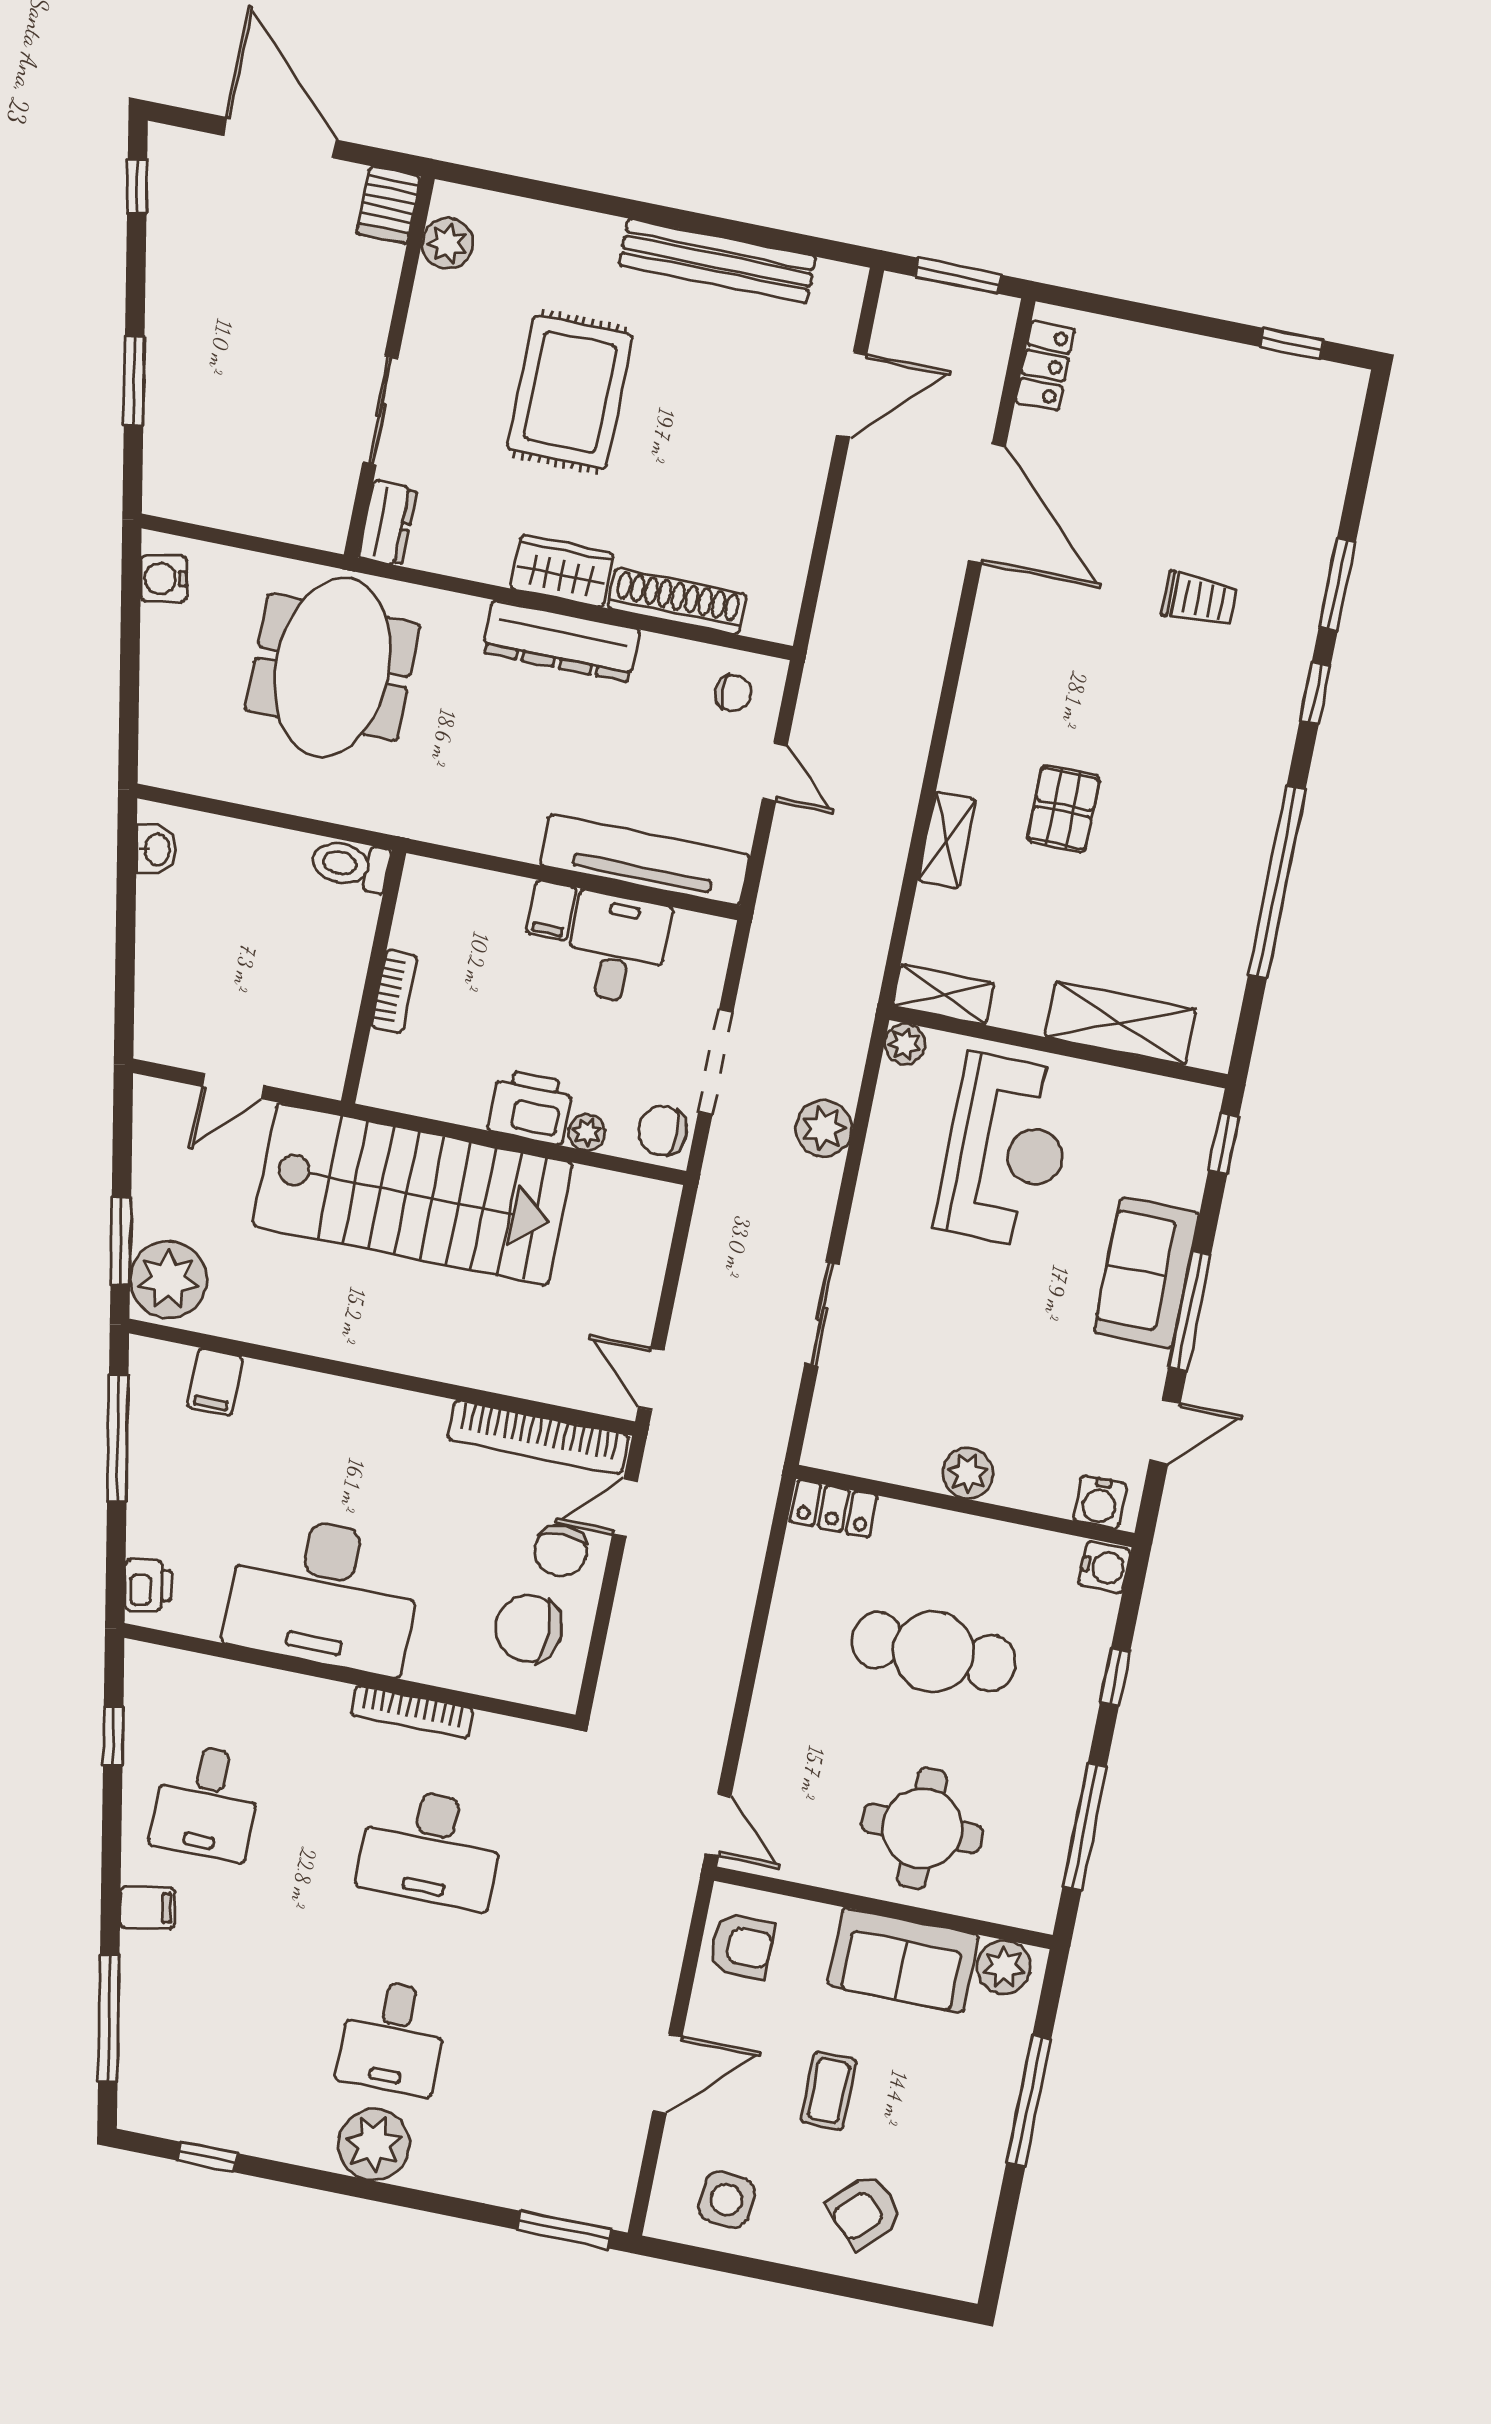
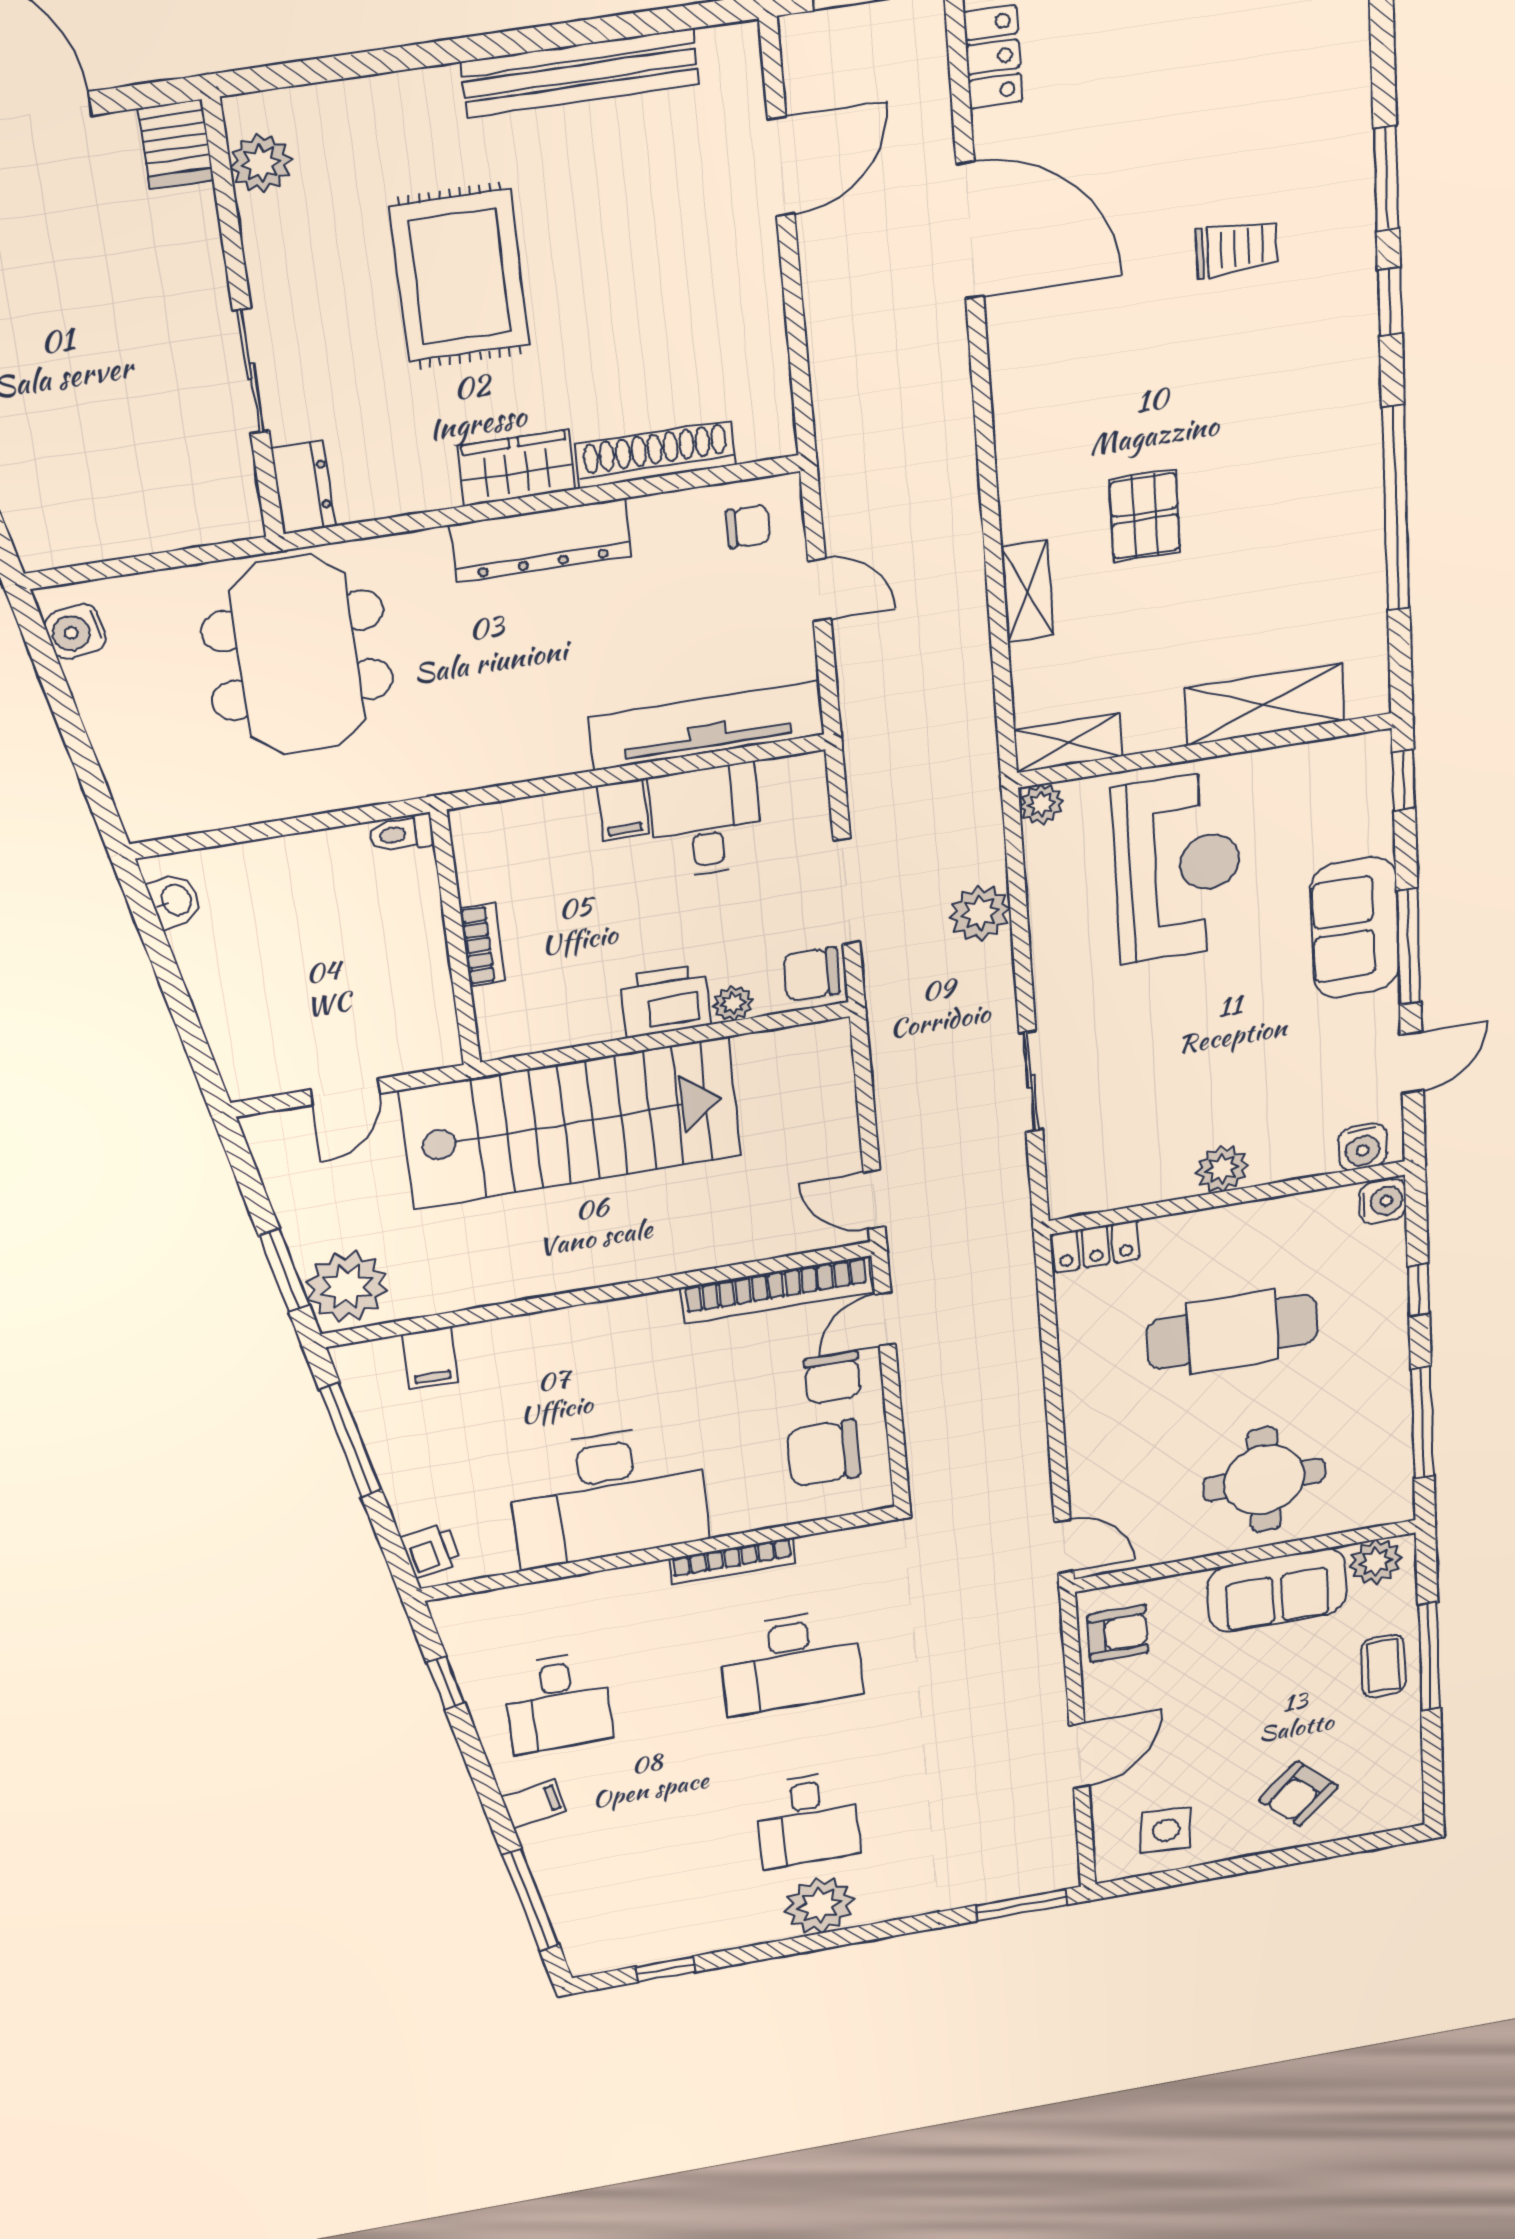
toilet: (350, 865) -> (402, 834), width x0.73, depth x0.72
coffee table: (829, 2091) -> (1383, 1666), moved

